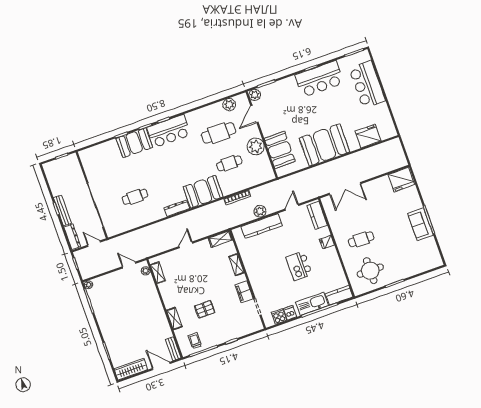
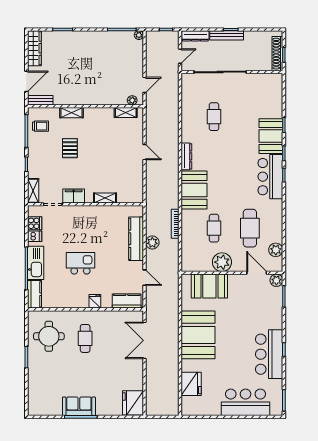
shoe rack: (63, 162) -> (277, 54), added
shelving: (220, 239) -> (33, 191), moved

